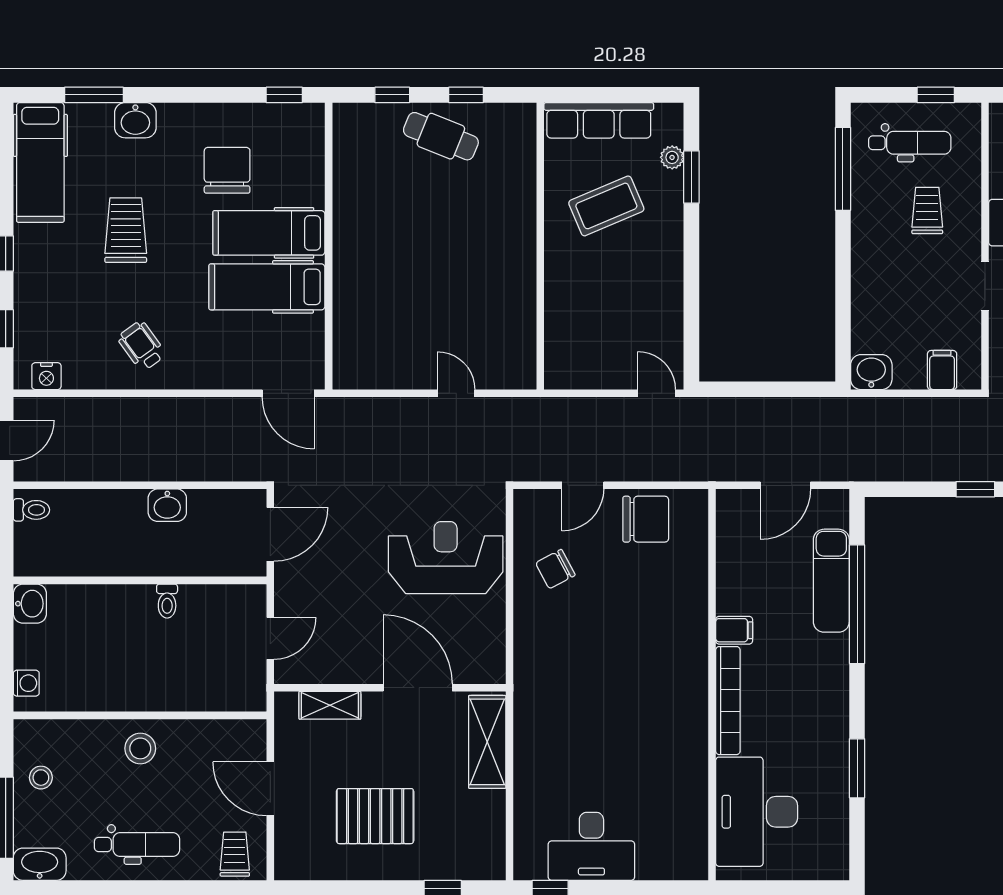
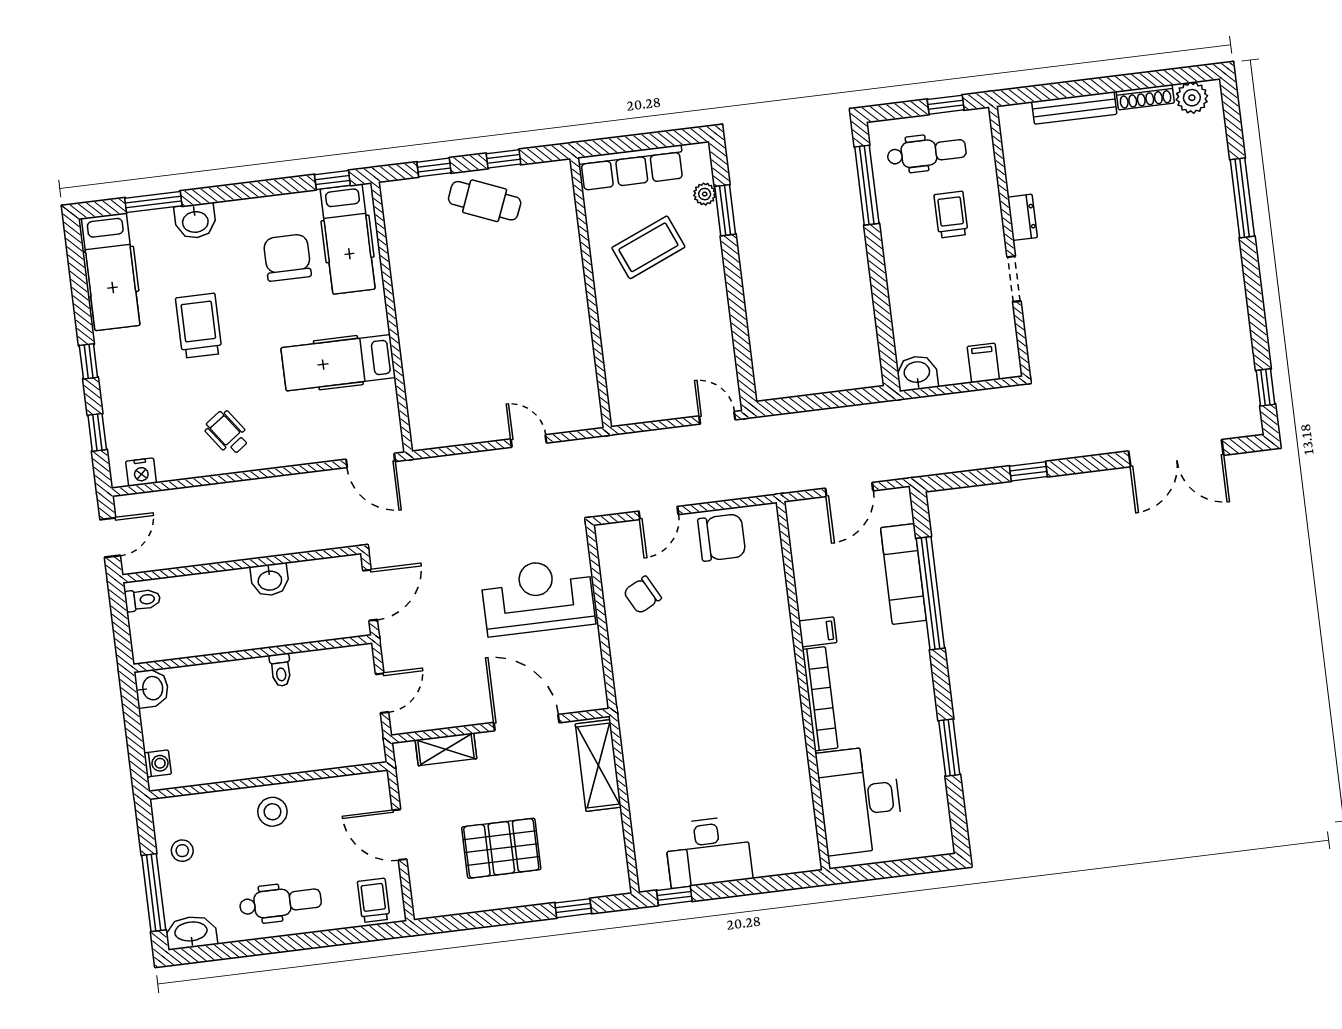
hospital bed: (269, 233) -> (348, 239), moved, turned -90

